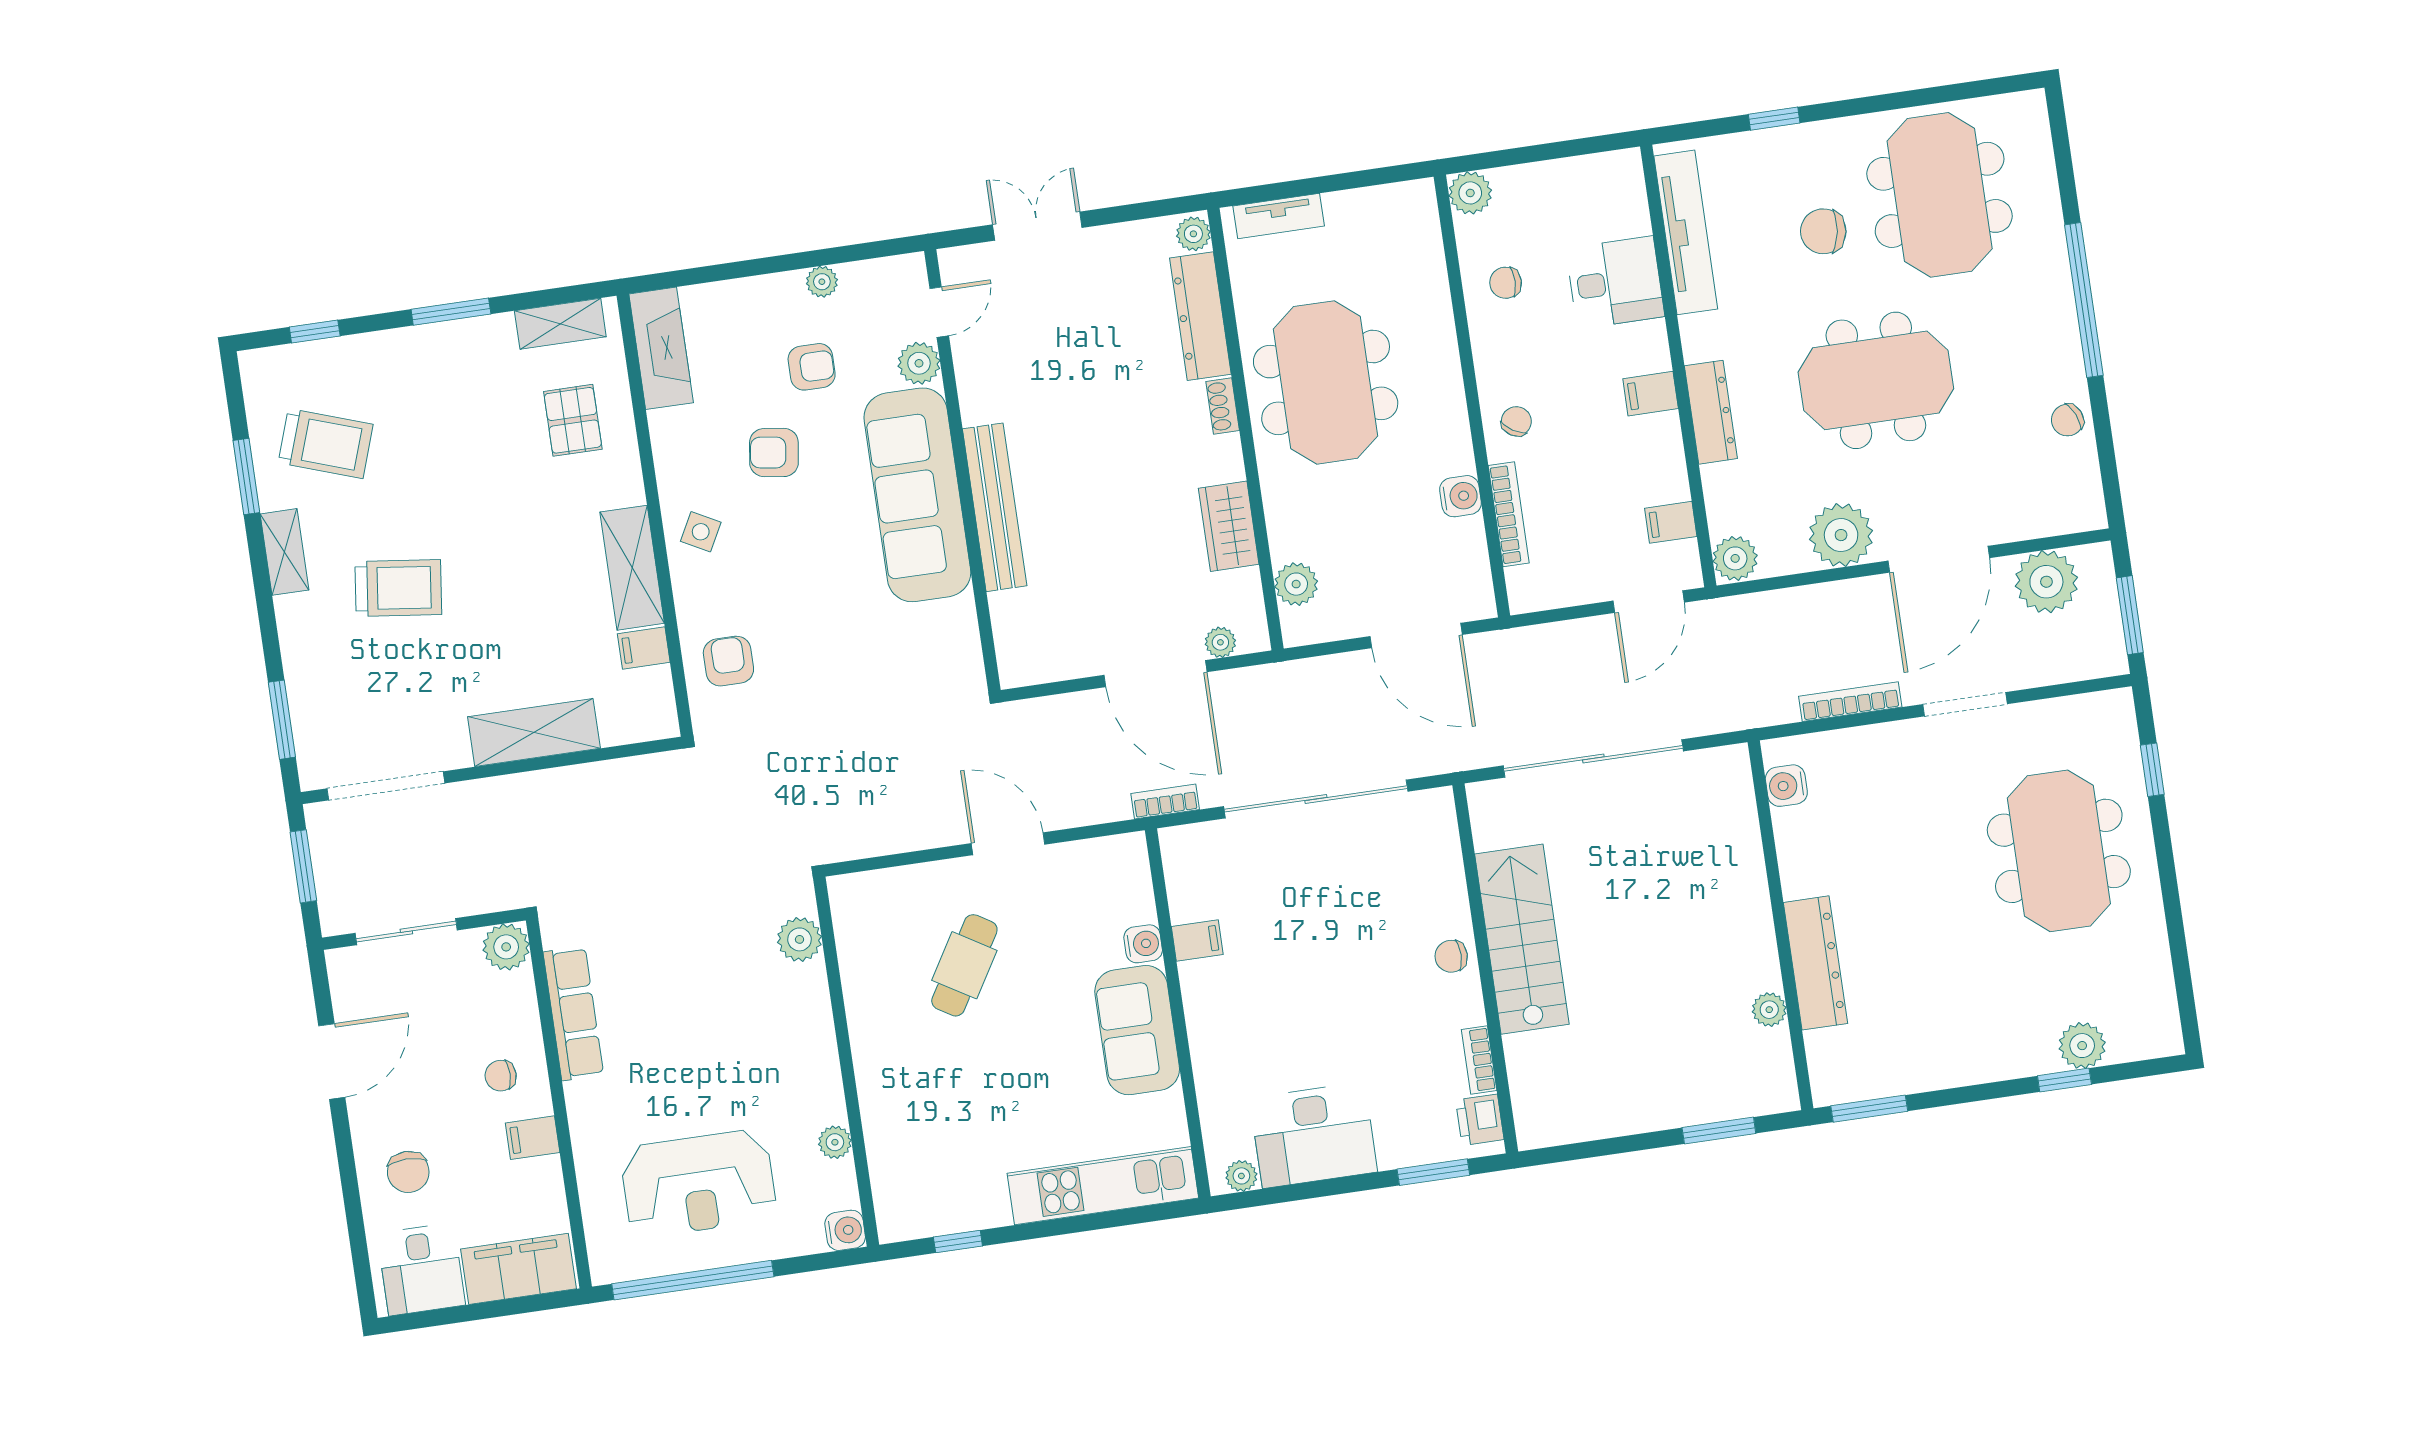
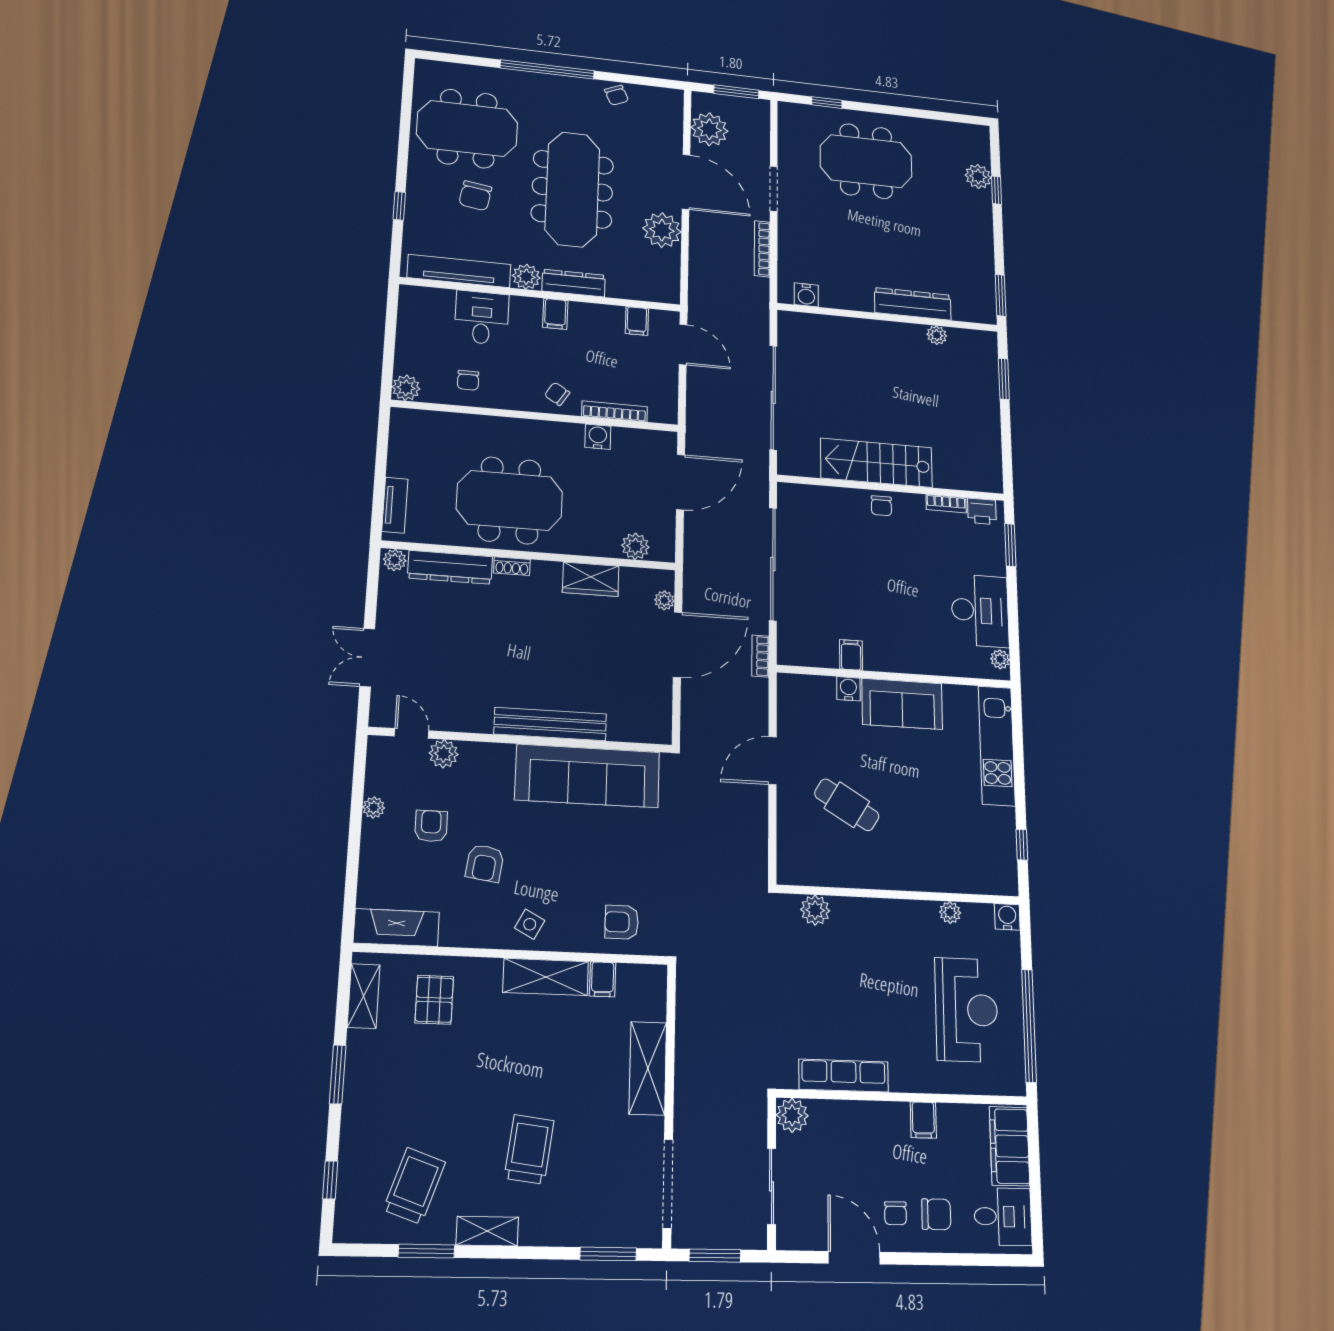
meeting table: (1876, 380) -> (572, 189), width x1.36
pallet: (573, 420) -> (434, 1000), turned 90
sofa: (917, 495) -> (588, 776), moved
plant: (1735, 558) -> (526, 277), moved
chair: (501, 1076) -> (895, 1213), moved

